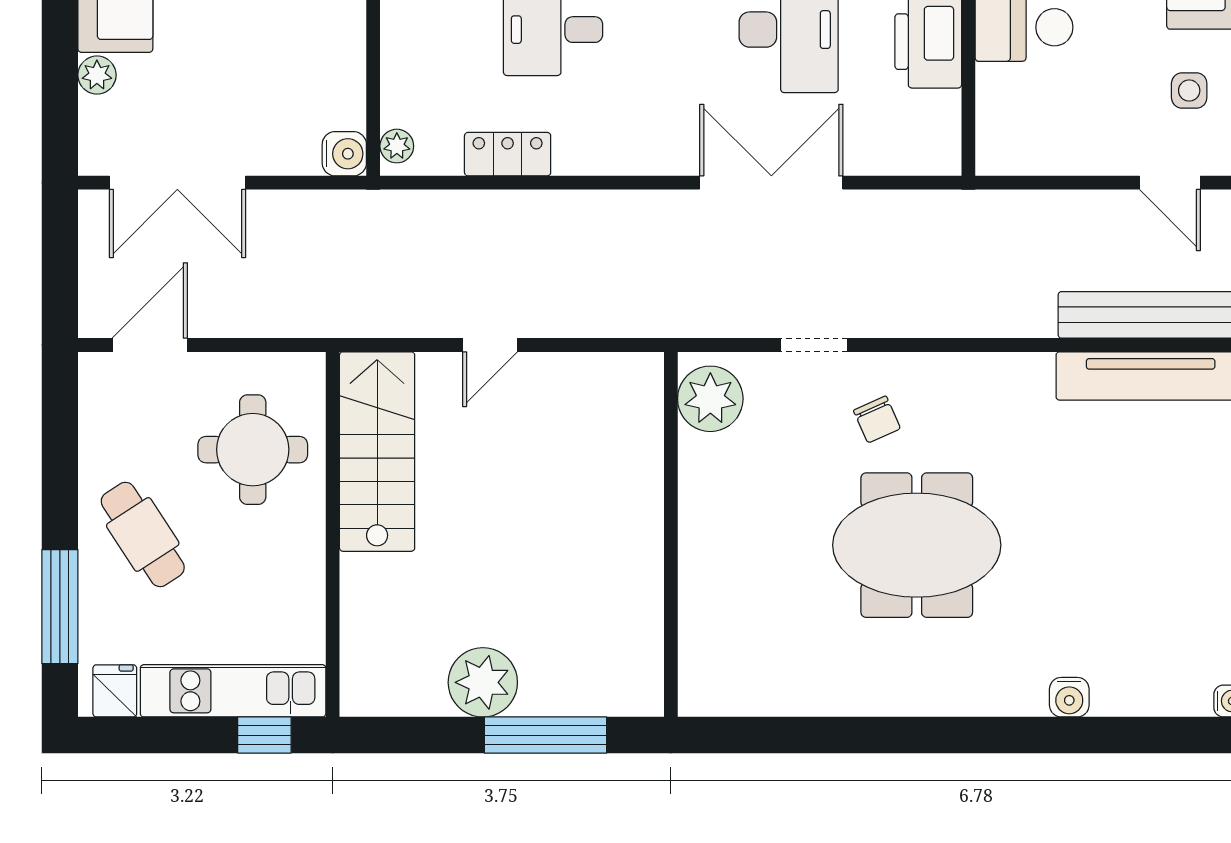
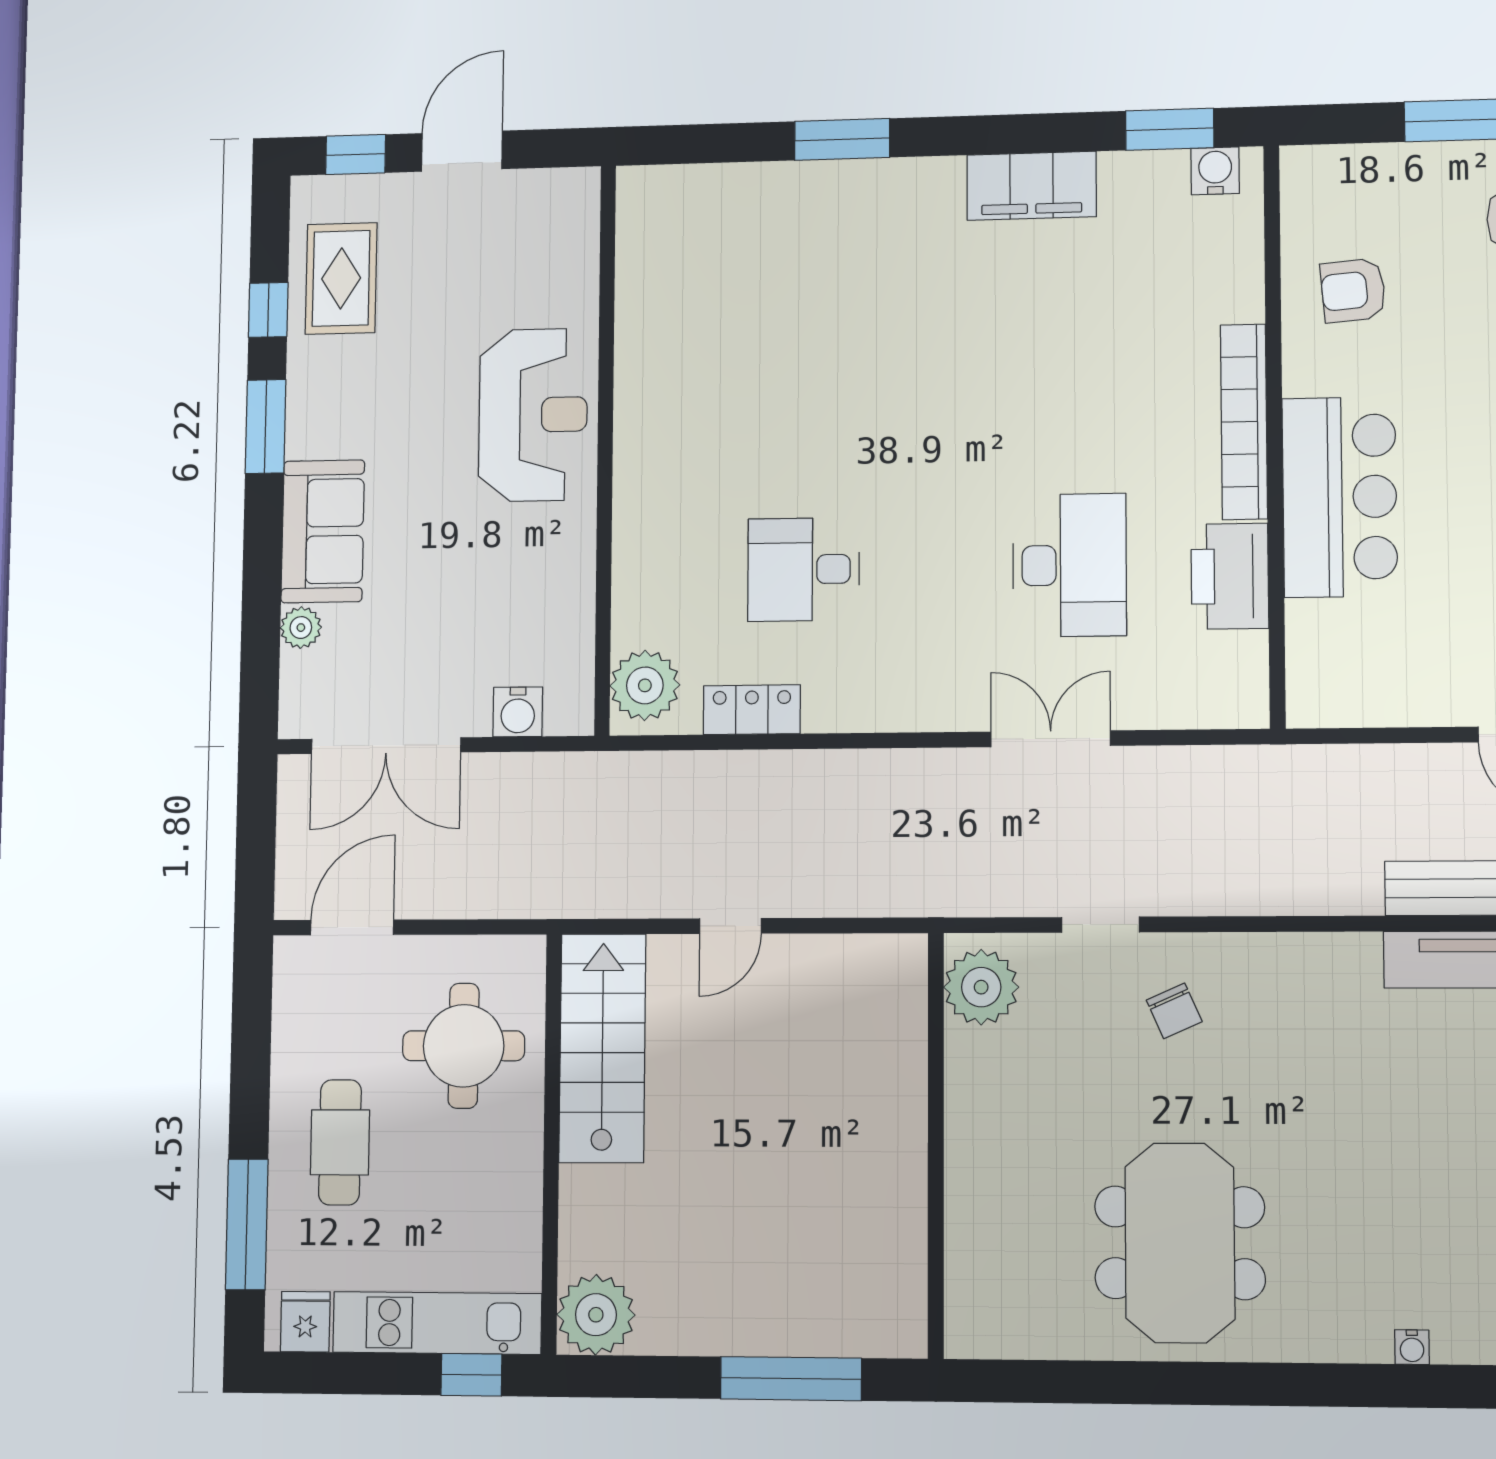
plant: (397, 146) -> (645, 685), width x1.87, depth x1.87
water cooler: (344, 154) -> (518, 712), moved, turned 90
double door: (771, 183) -> (1051, 739), width x0.73
cafe table: (143, 534) -> (340, 1142), turned 33
meeting table: (917, 545) -> (1180, 1243), moved, turned 90
plant: (483, 682) -> (596, 1315), moved
water cooler: (1069, 697) -> (1412, 1347), width x0.72, depth x0.72

